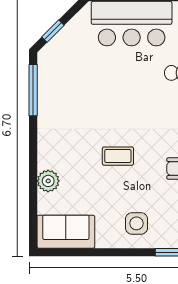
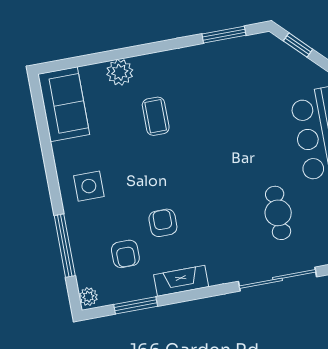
window: (33, 90) -> (224, 35), width x0.69
coffee table: (118, 156) -> (156, 116), moved

